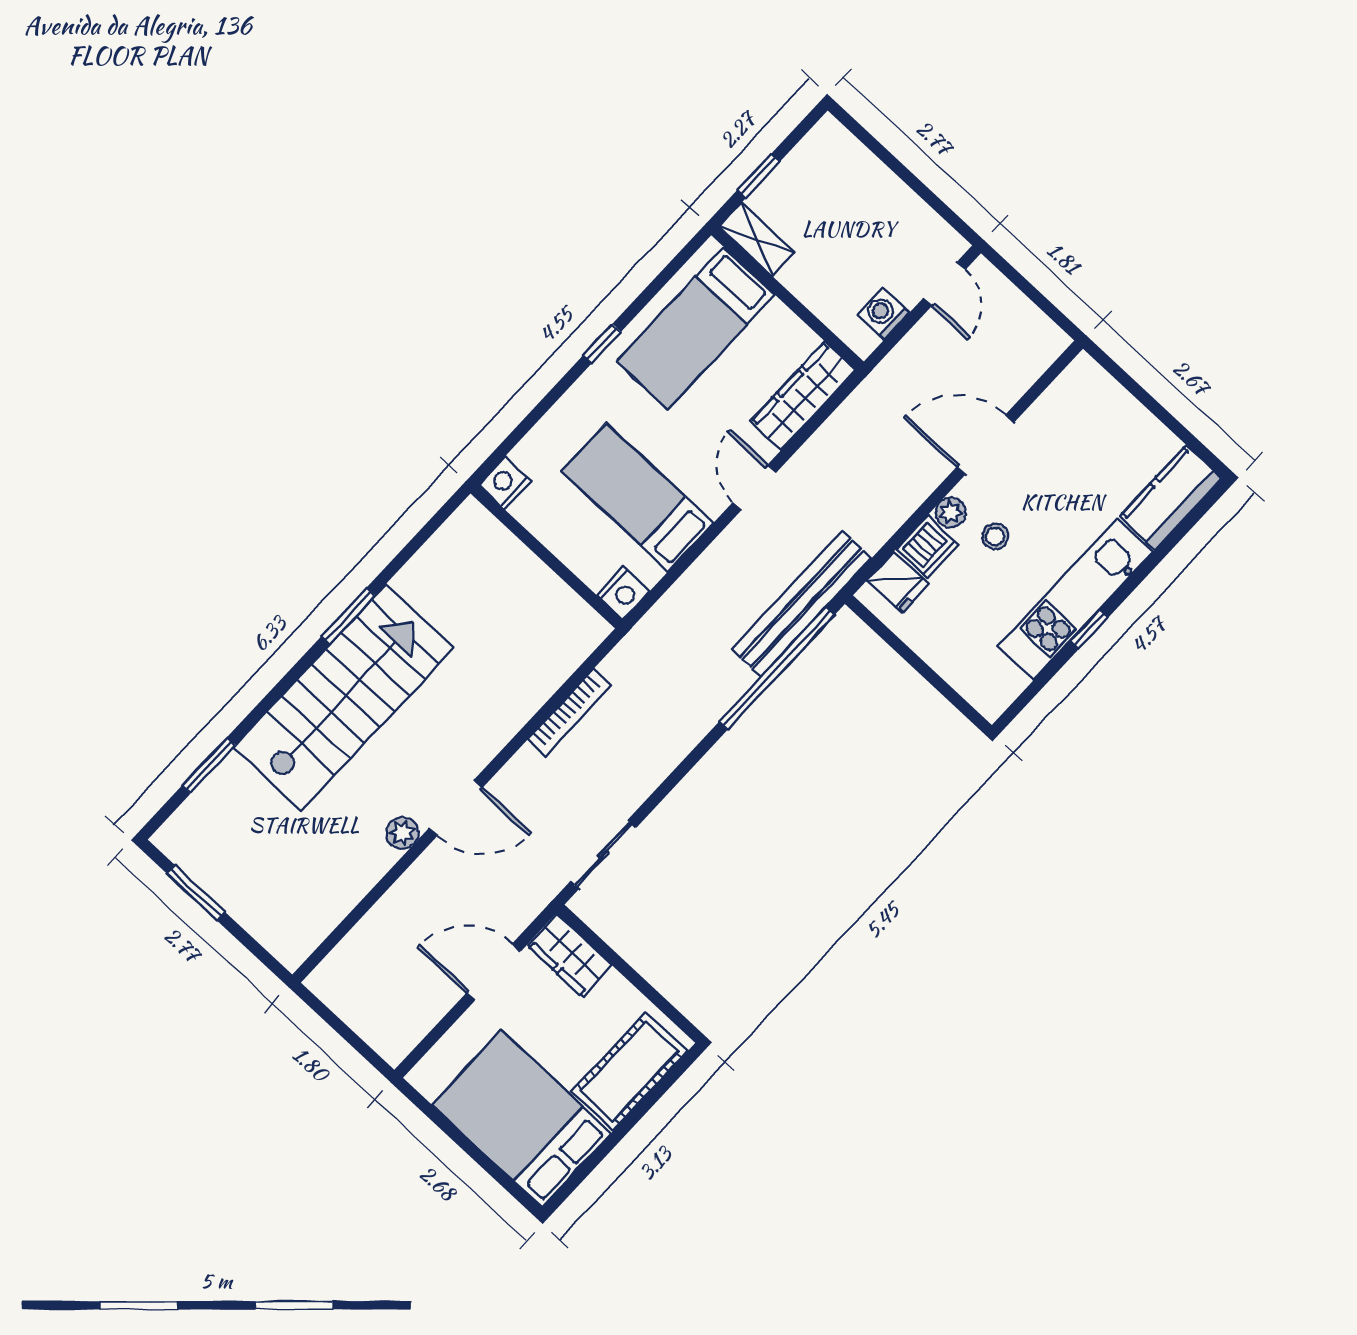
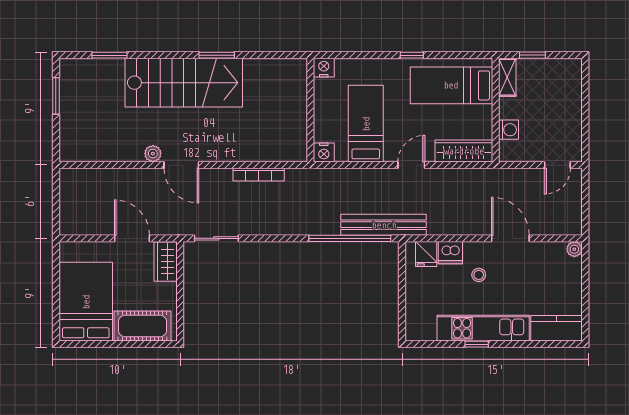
washing machine: (883, 314) -> (508, 130), moved, turned 90
plant: (950, 512) -> (574, 249), moved

